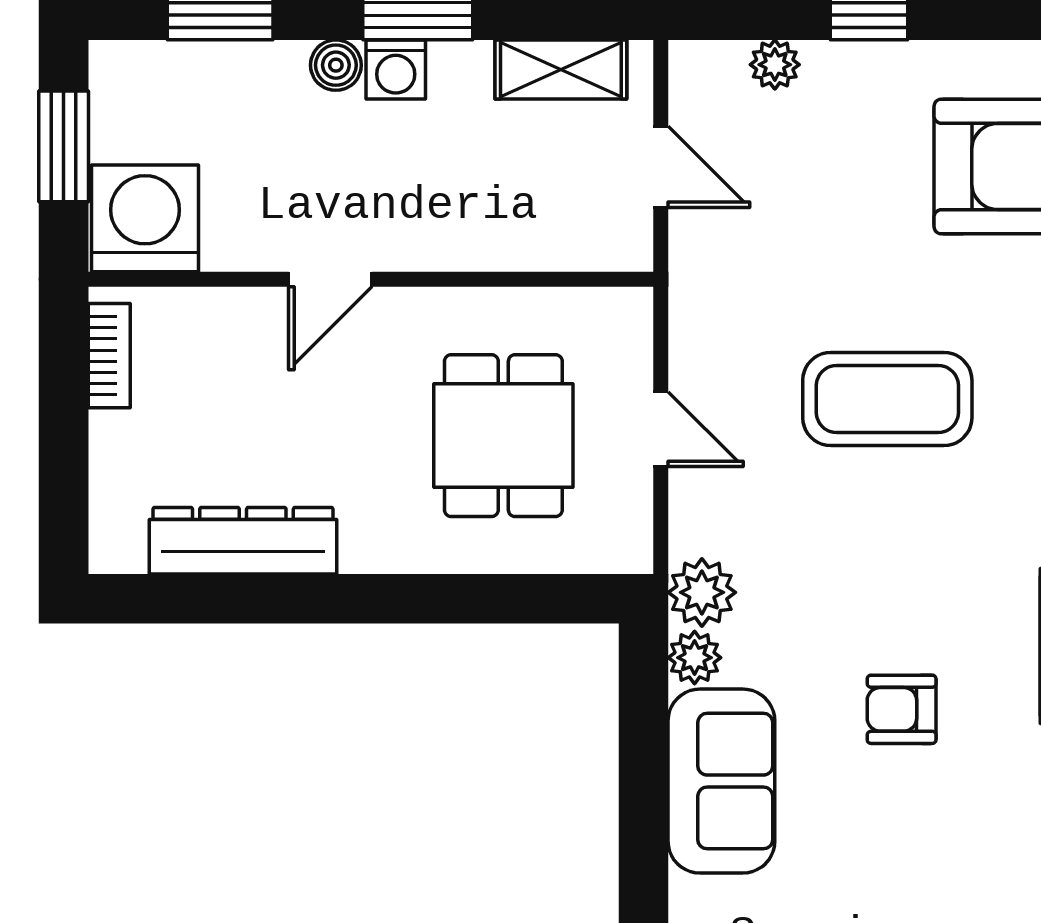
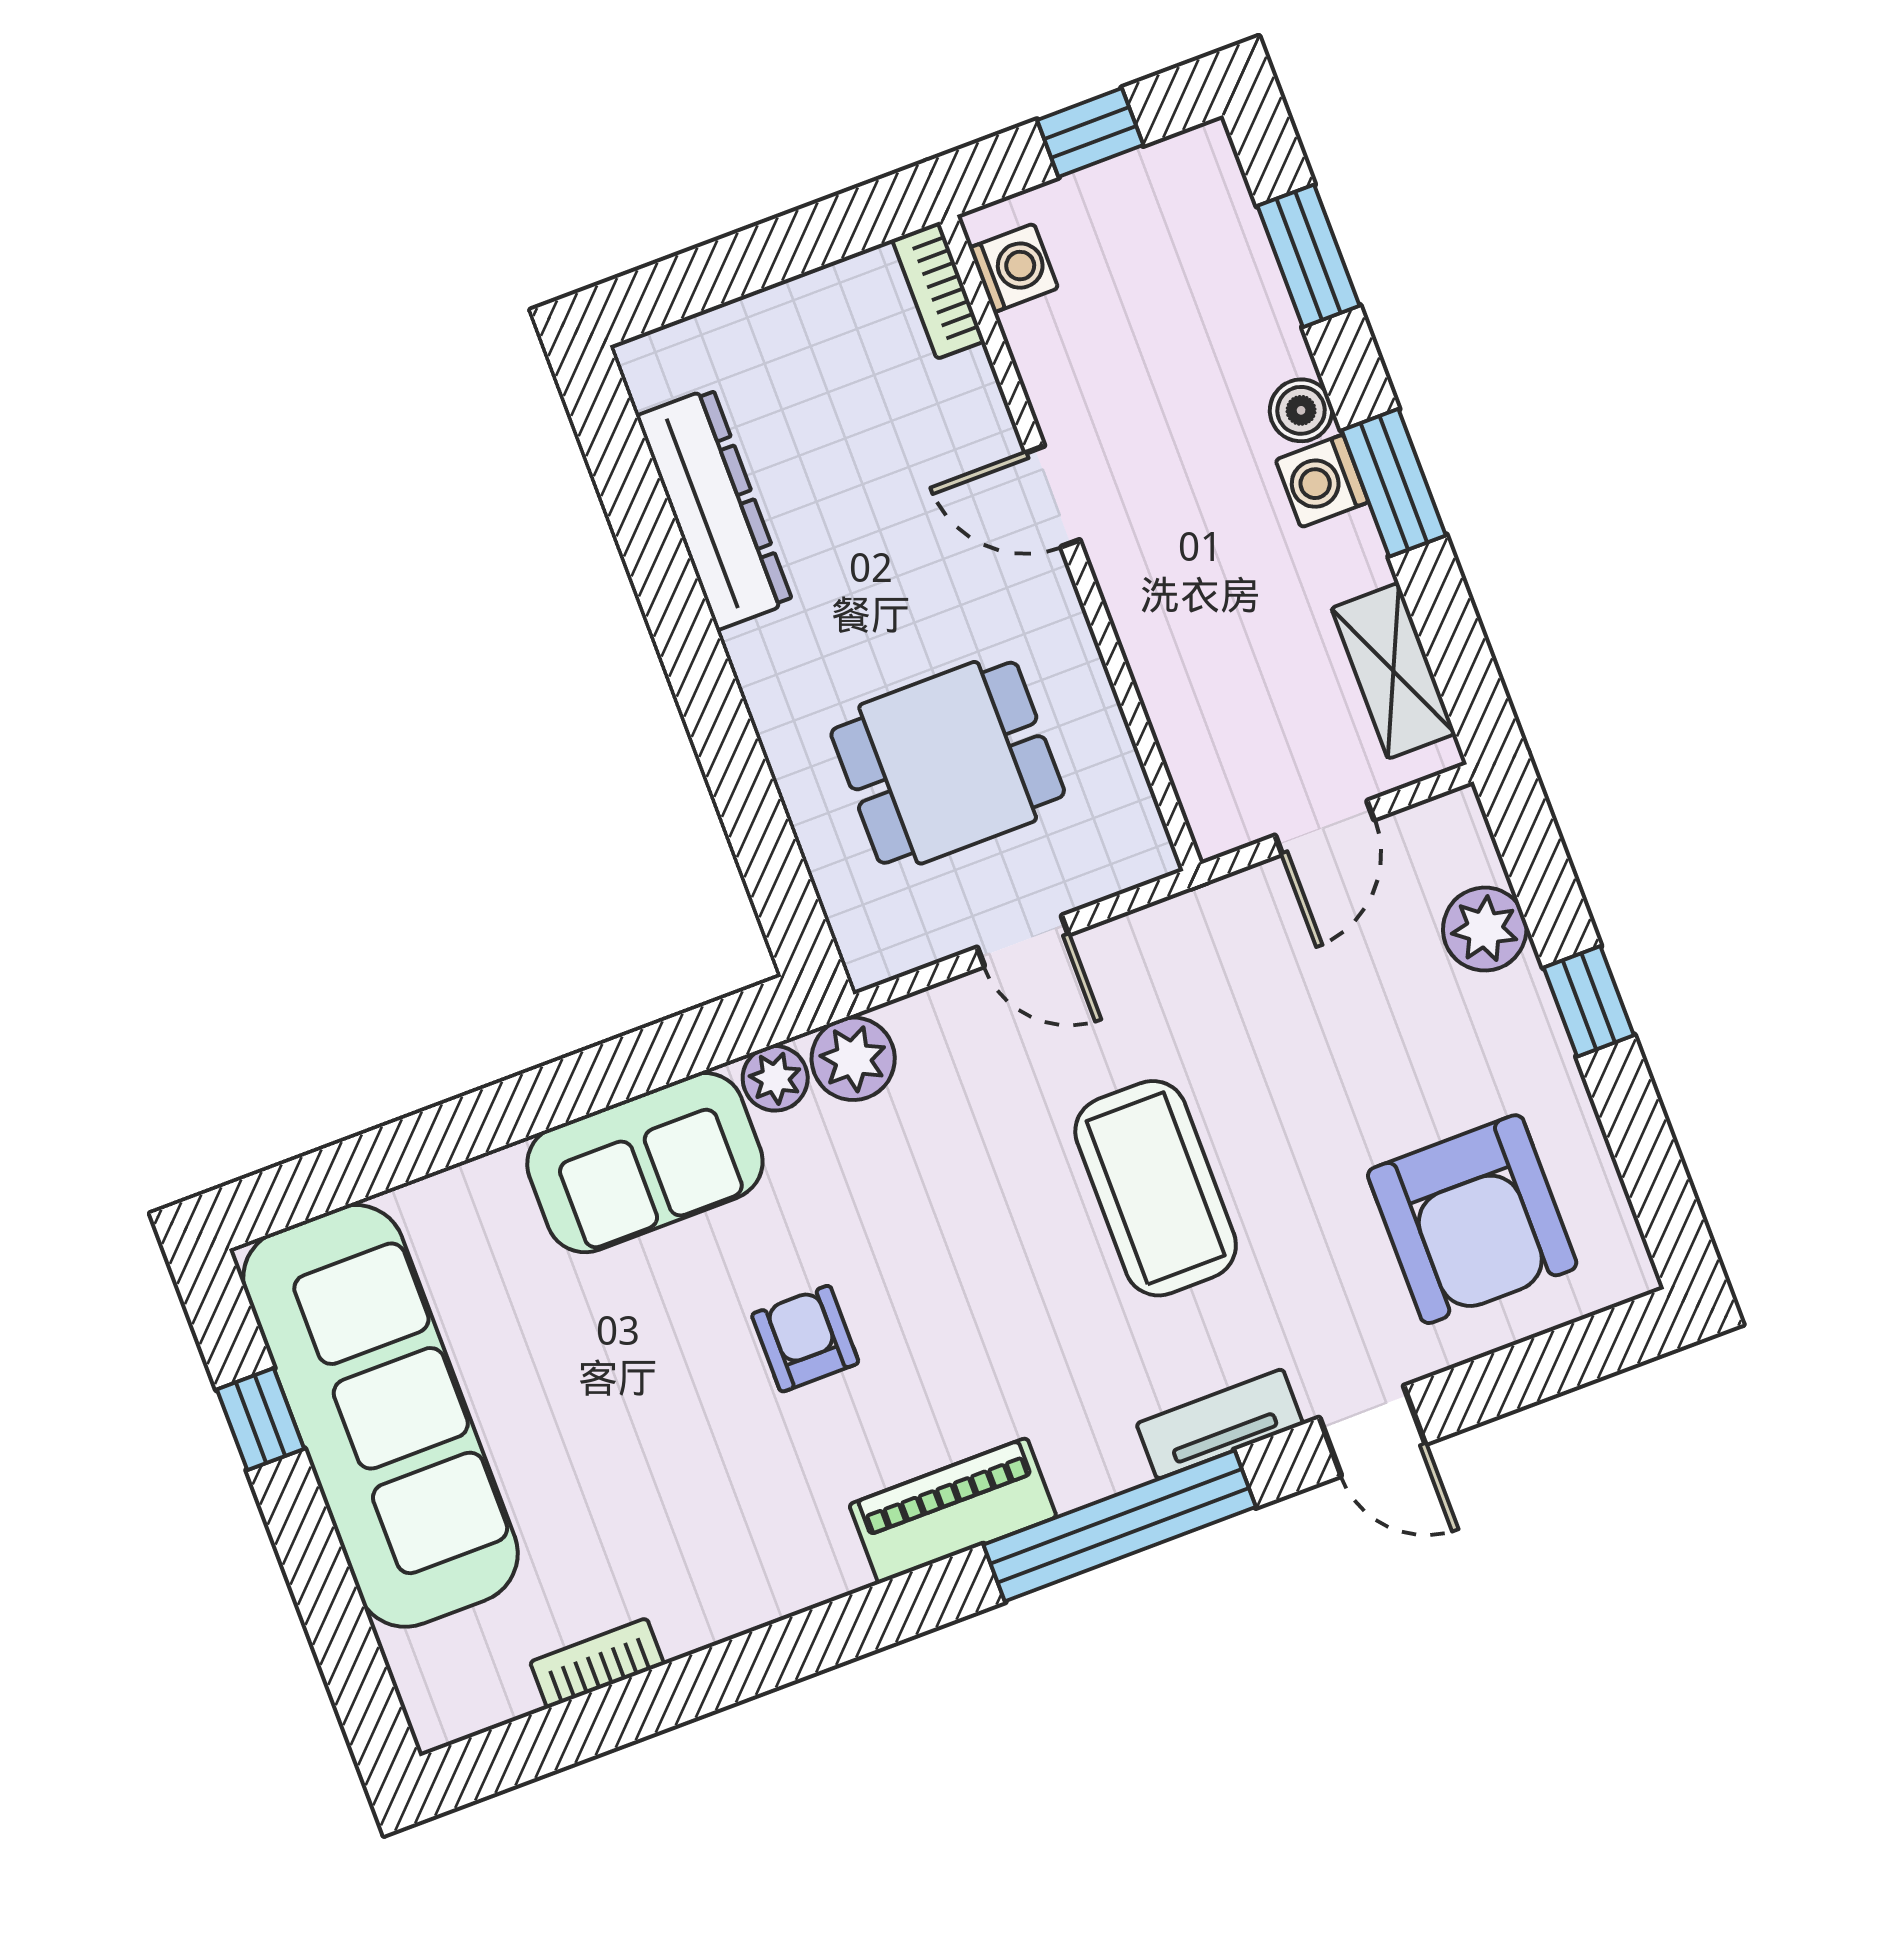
plant: (775, 65) -> (1485, 929), width x1.38, depth x1.38
window: (64, 146) -> (1090, 133), width x0.67
washing machine: (145, 218) -> (1014, 268), width x0.53, depth x0.53
bookcase: (109, 356) -> (938, 290), moved, turned 90
door: (661, 429) -> (1023, 941), hinge flipped

